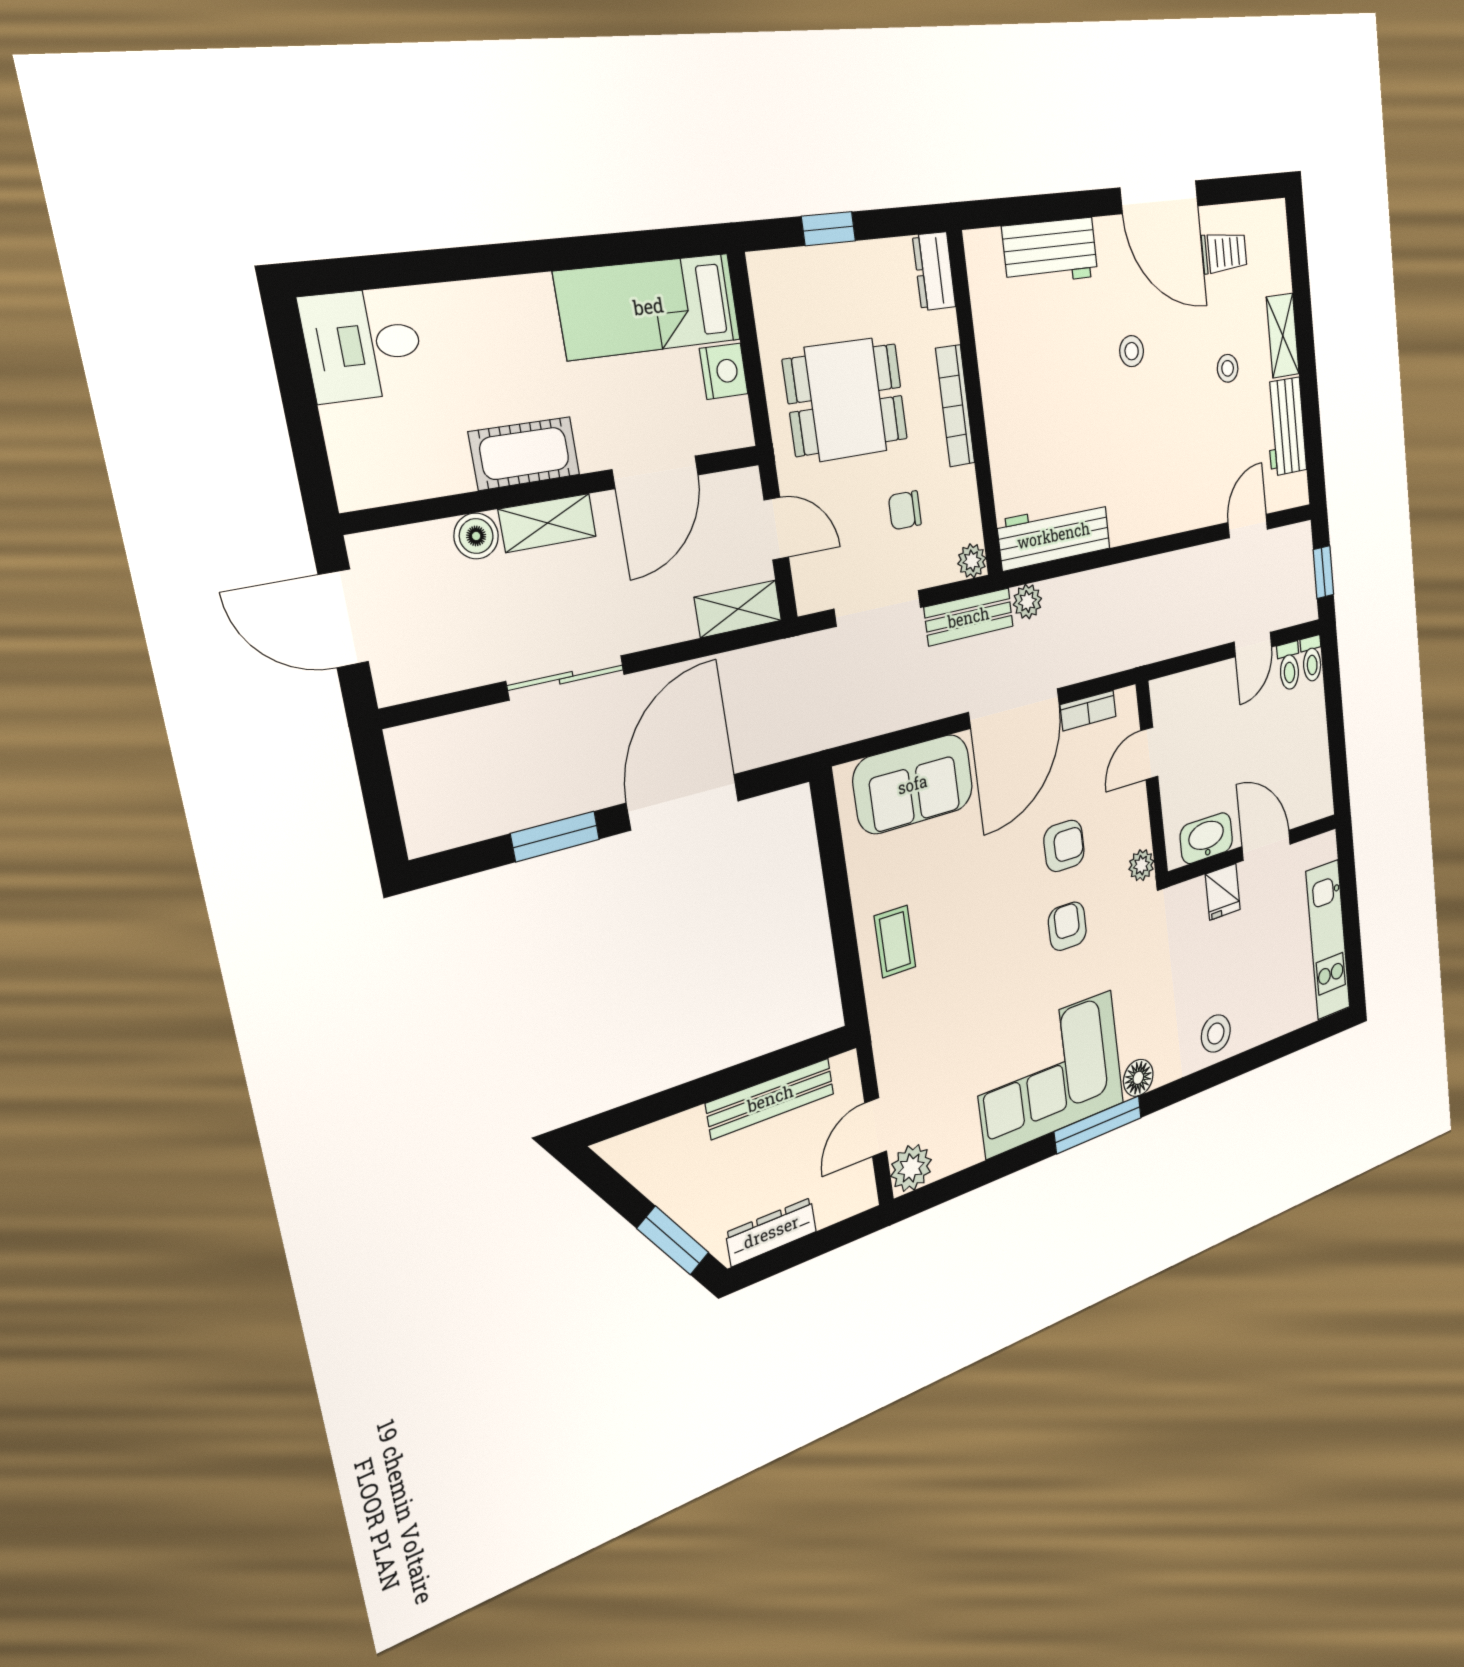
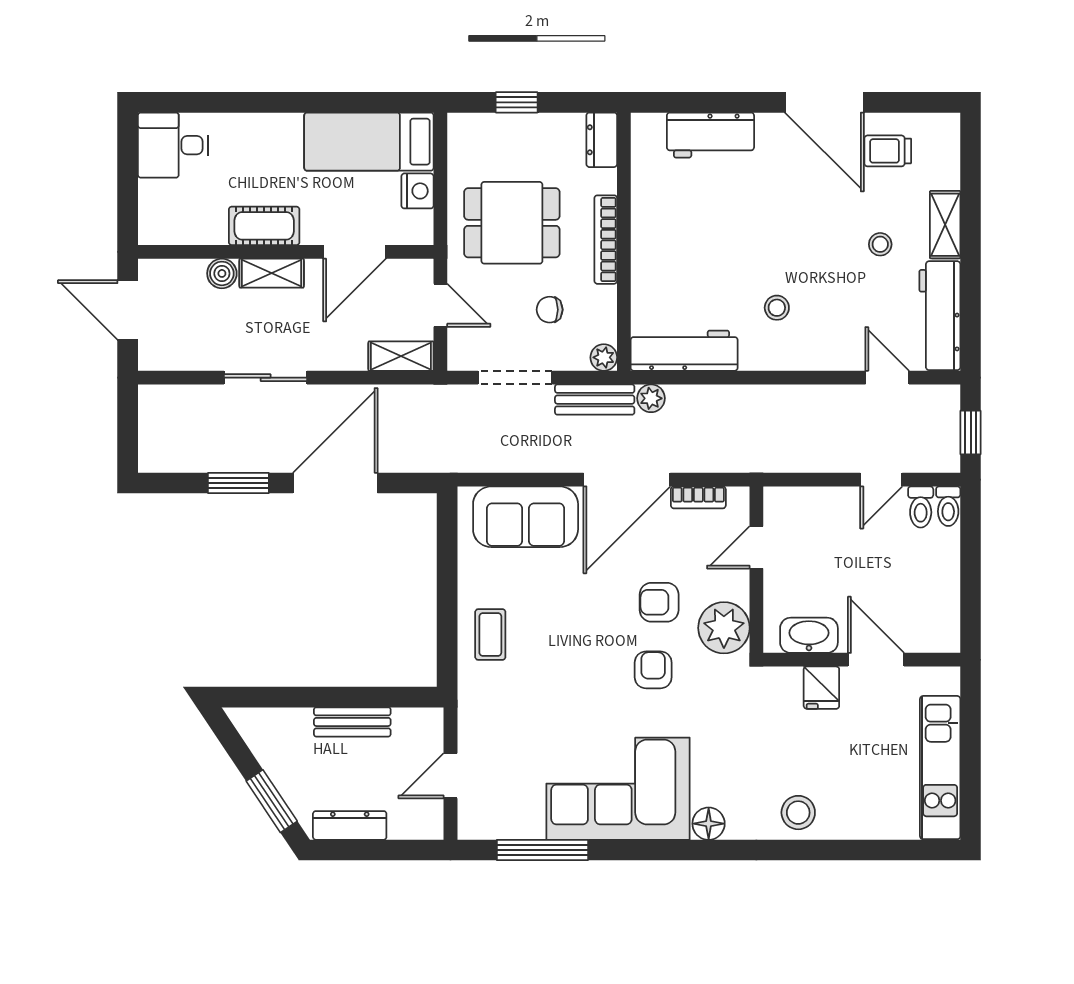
trolley: (1224, 252) -> (888, 151), turned 180
stool: (1132, 351) -> (777, 308), moved
workbench: (1286, 427) -> (940, 316), width x1.38
door: (1248, 526) -> (887, 378), hinge flipped
armchair: (1064, 846) -> (659, 602), turned 180
plant: (1141, 865) -> (724, 628), width x1.87, depth x1.87
bench: (771, 1098) -> (352, 722), width x0.73
window: (1098, 1125) -> (542, 850), moved
plant: (911, 1168) -> (477, 820), removed

